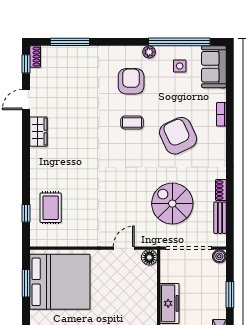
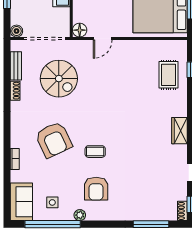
wardrobe: (38, 132) -> (179, 131), moved

